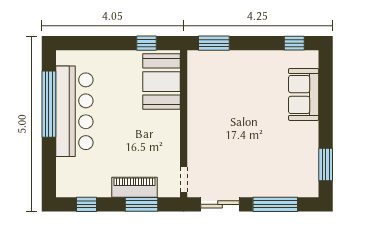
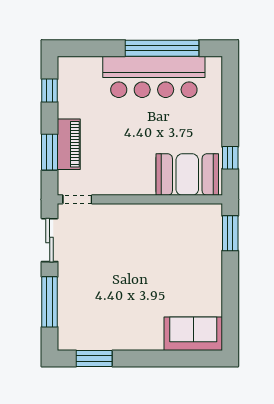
window: (294, 43) -> (230, 323), removed
sofa: (304, 94) -> (193, 334), moved

